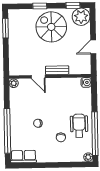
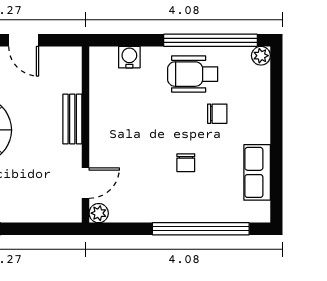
door: (38, 77) -> (85, 183), moved
water cooler: (86, 82) -> (129, 57), moved
row of seats: (24, 157) -> (257, 172), moved

